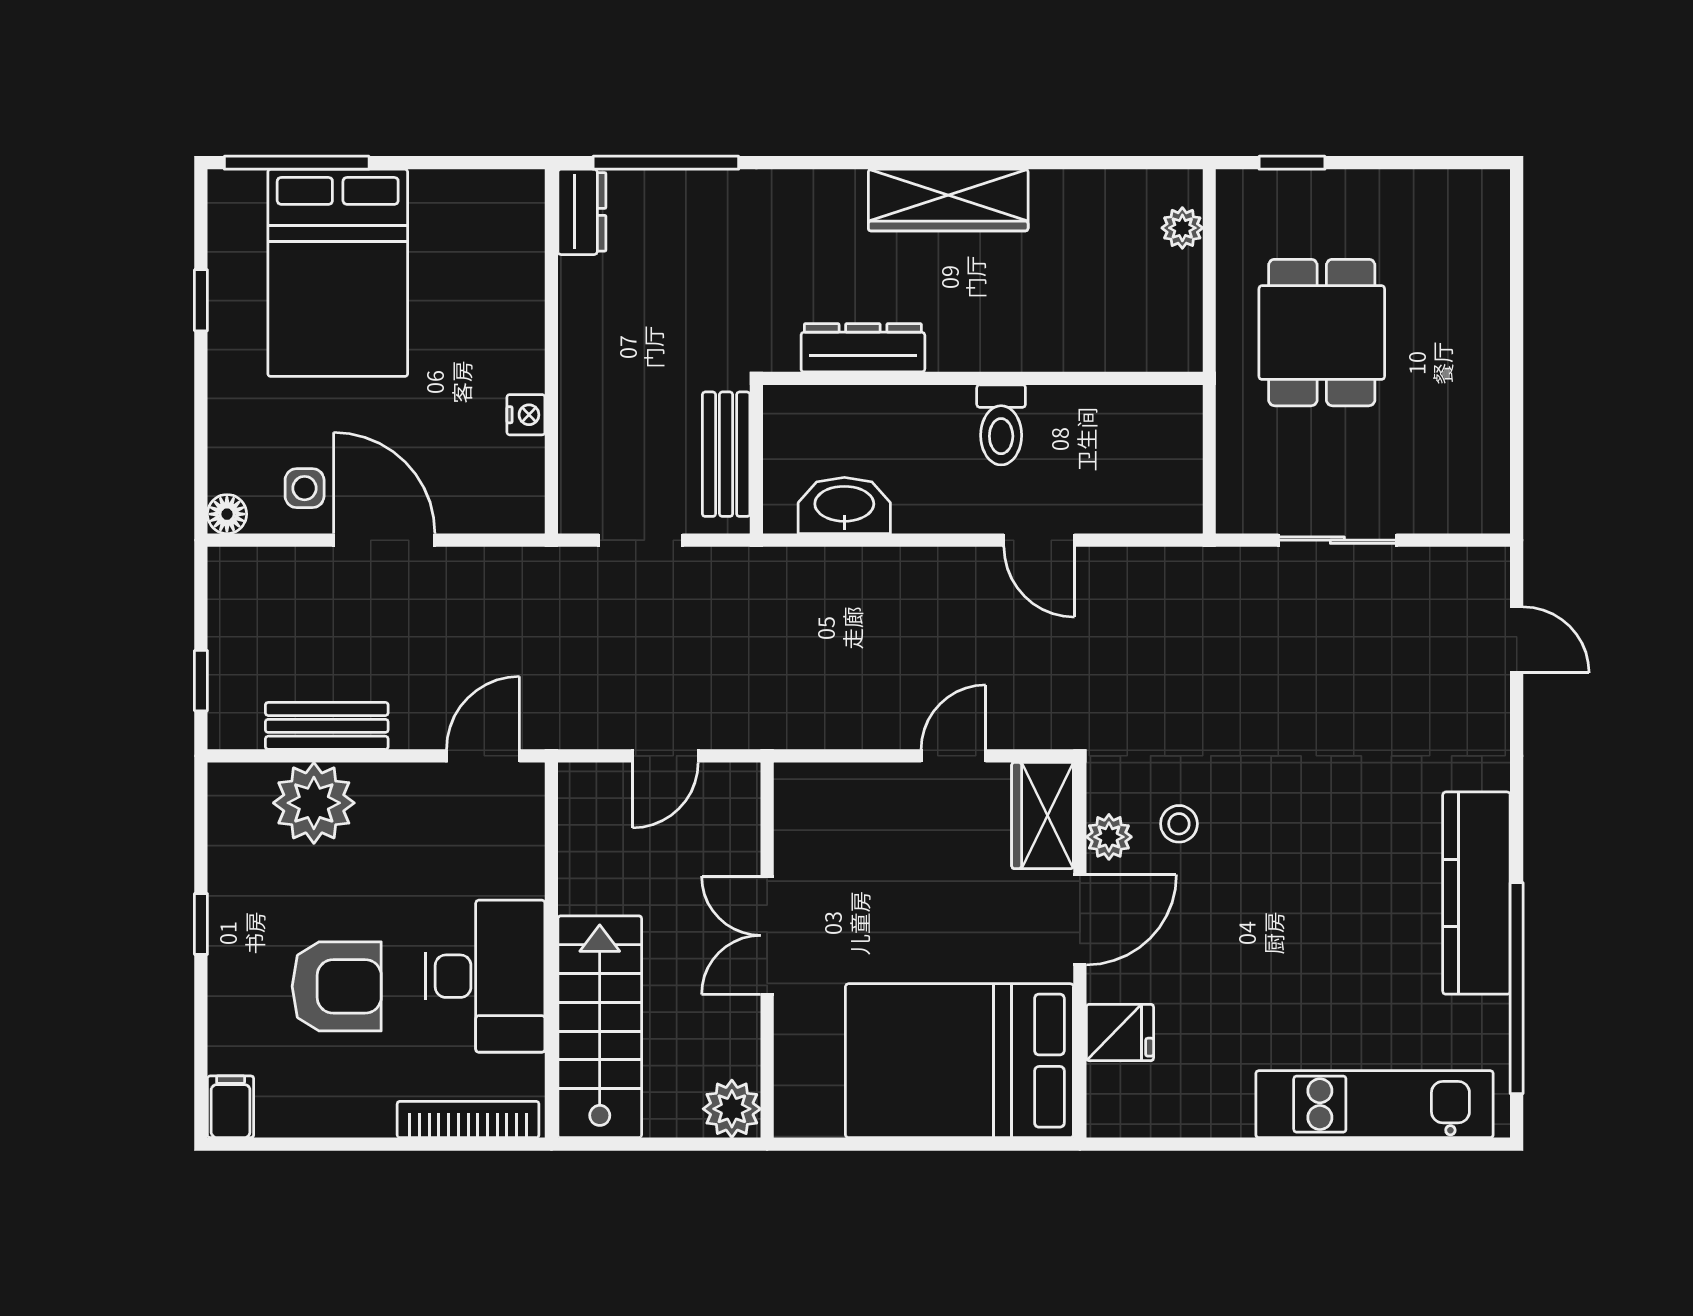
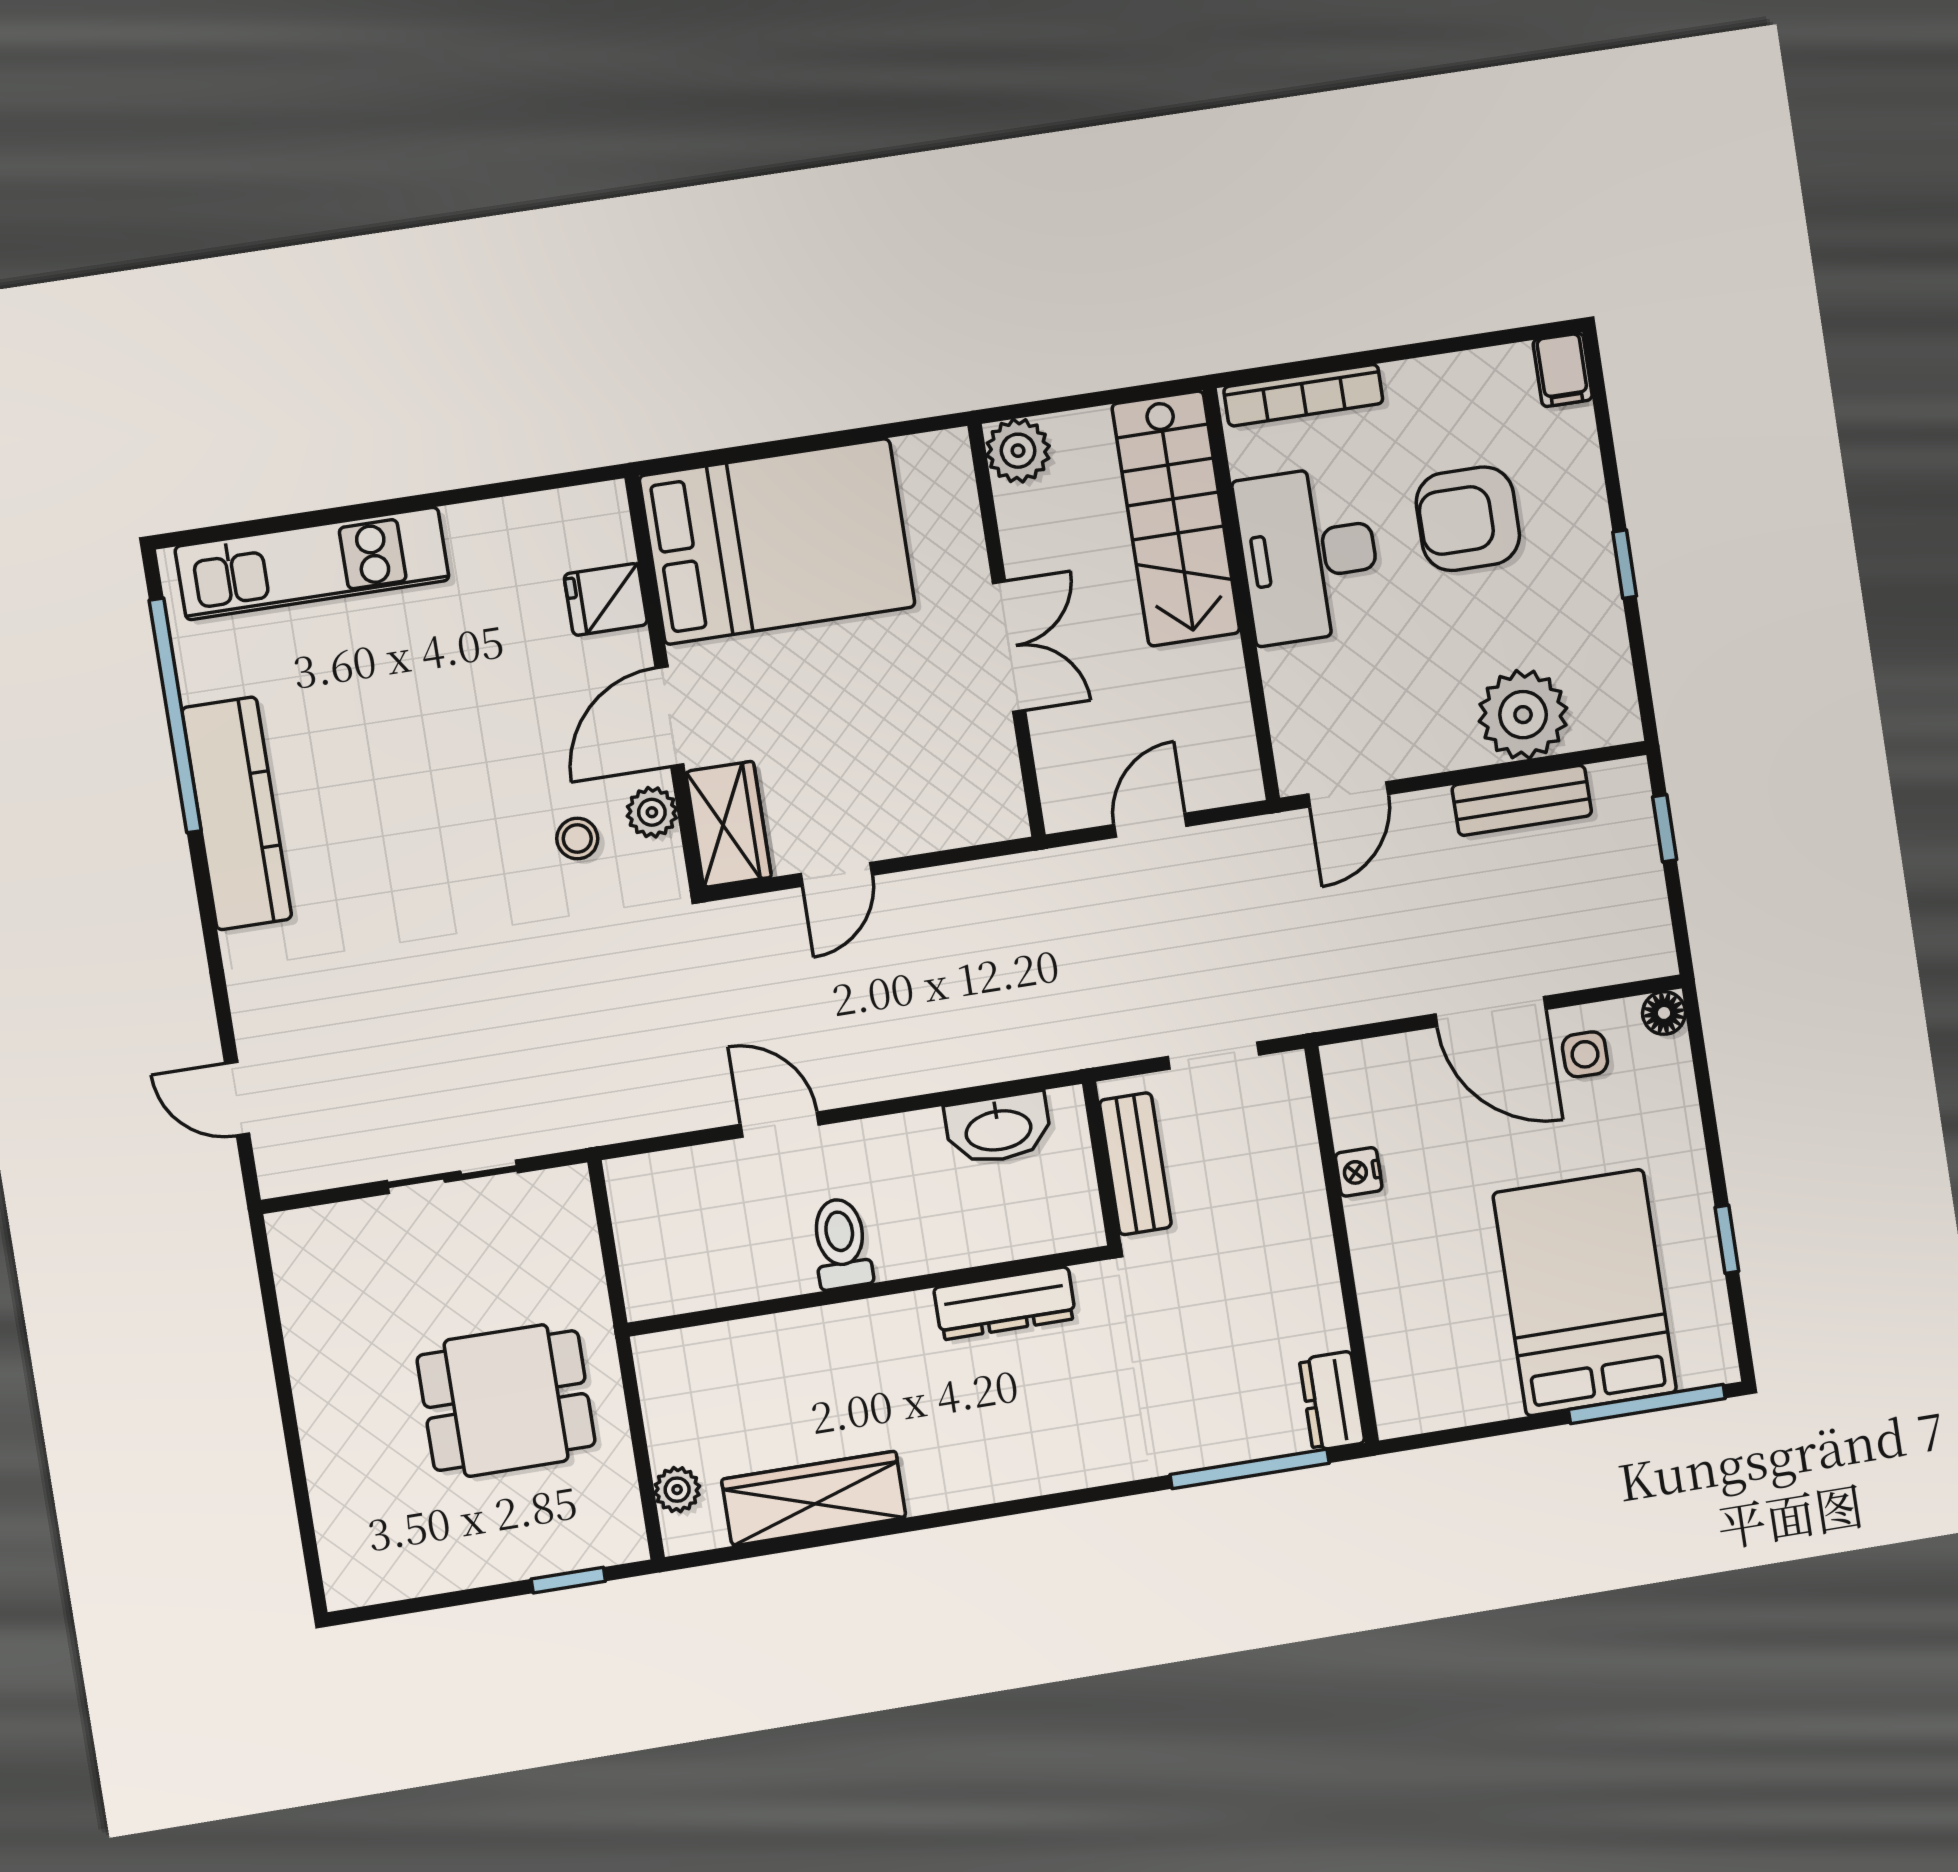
wardrobe: (948, 200) -> (814, 1498), moved
dining table: (1322, 333) -> (506, 1401), turned 90

